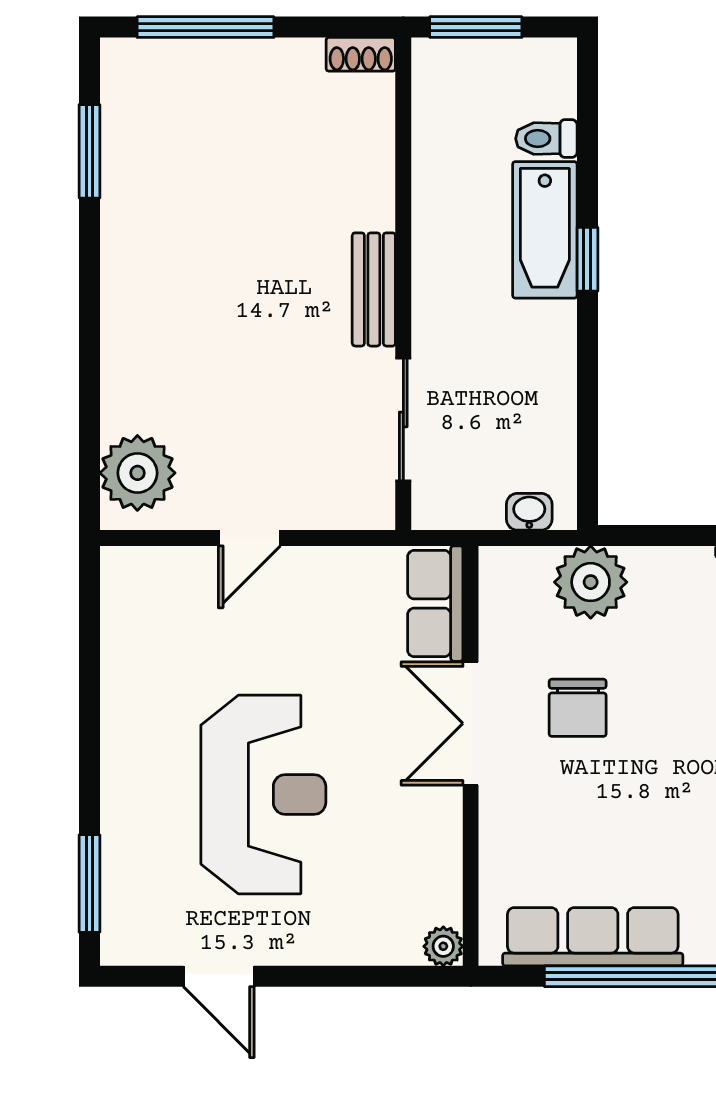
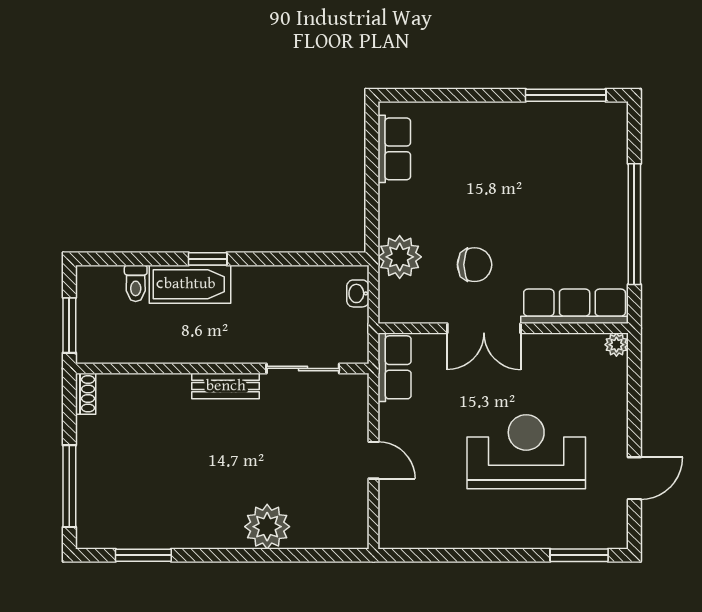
plant: (137, 473) -> (267, 527), moved
row of seats: (435, 604) -> (395, 367), moved, turned -90
row of seats: (593, 937) -> (575, 306), moved, turned 90

